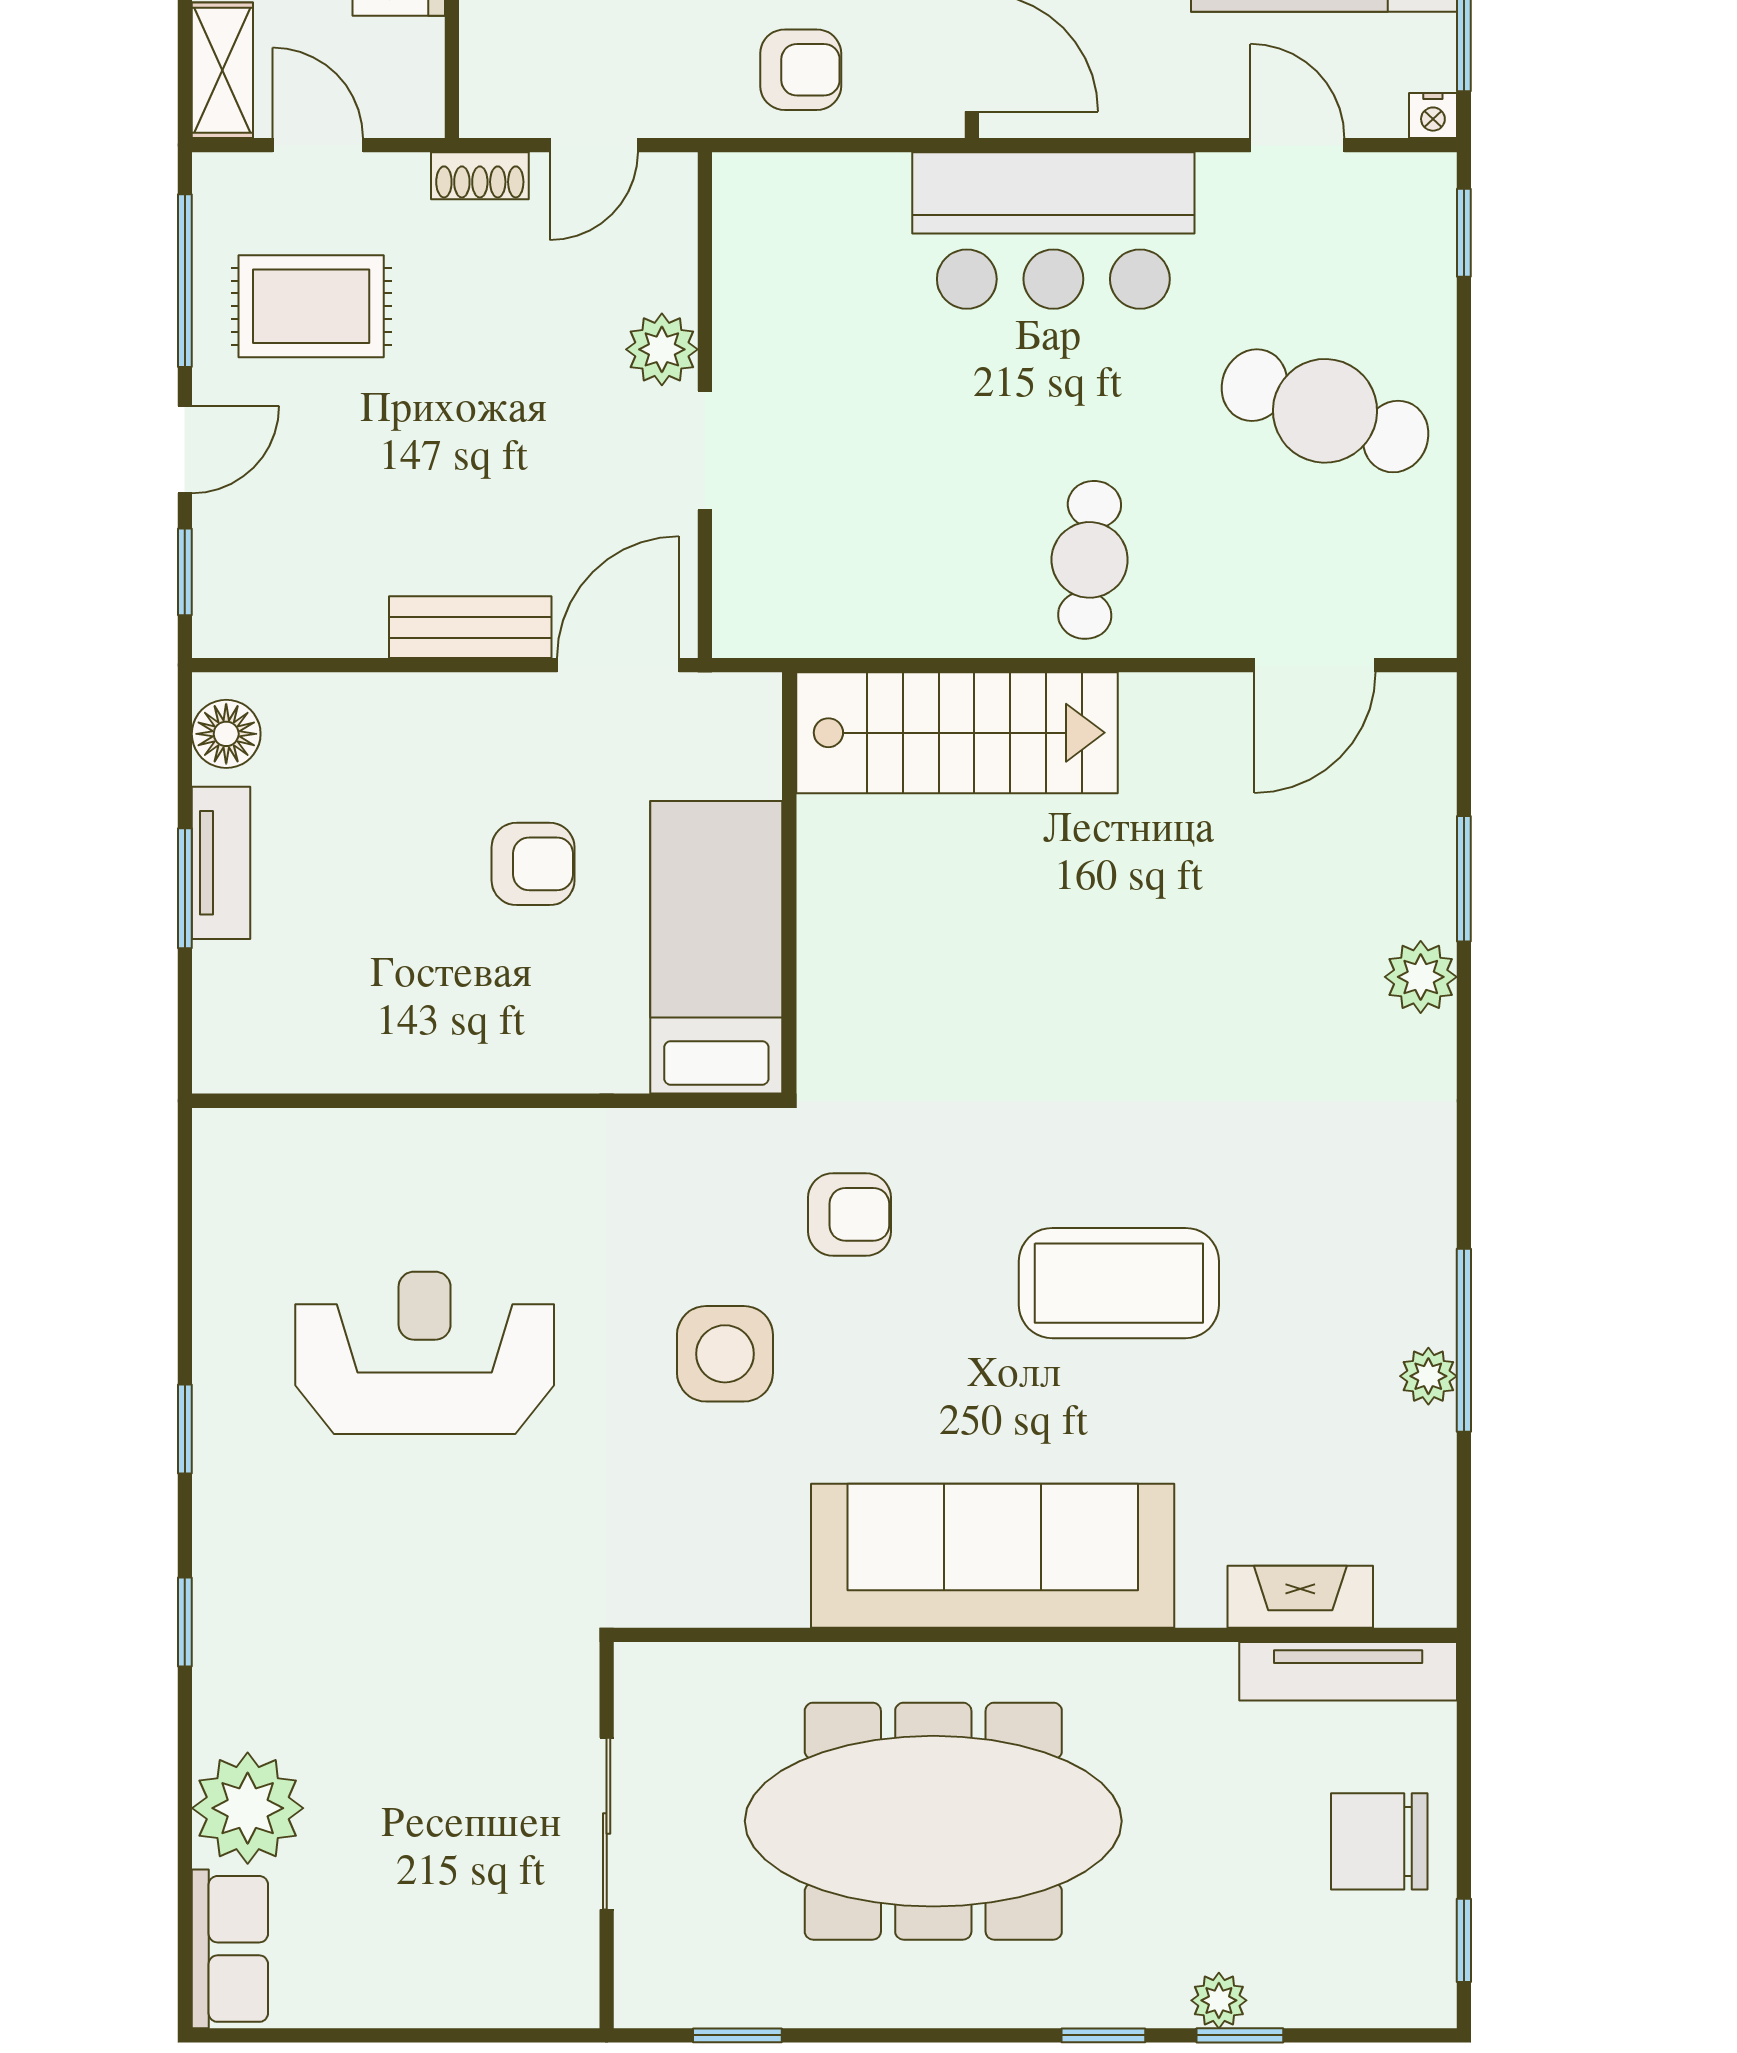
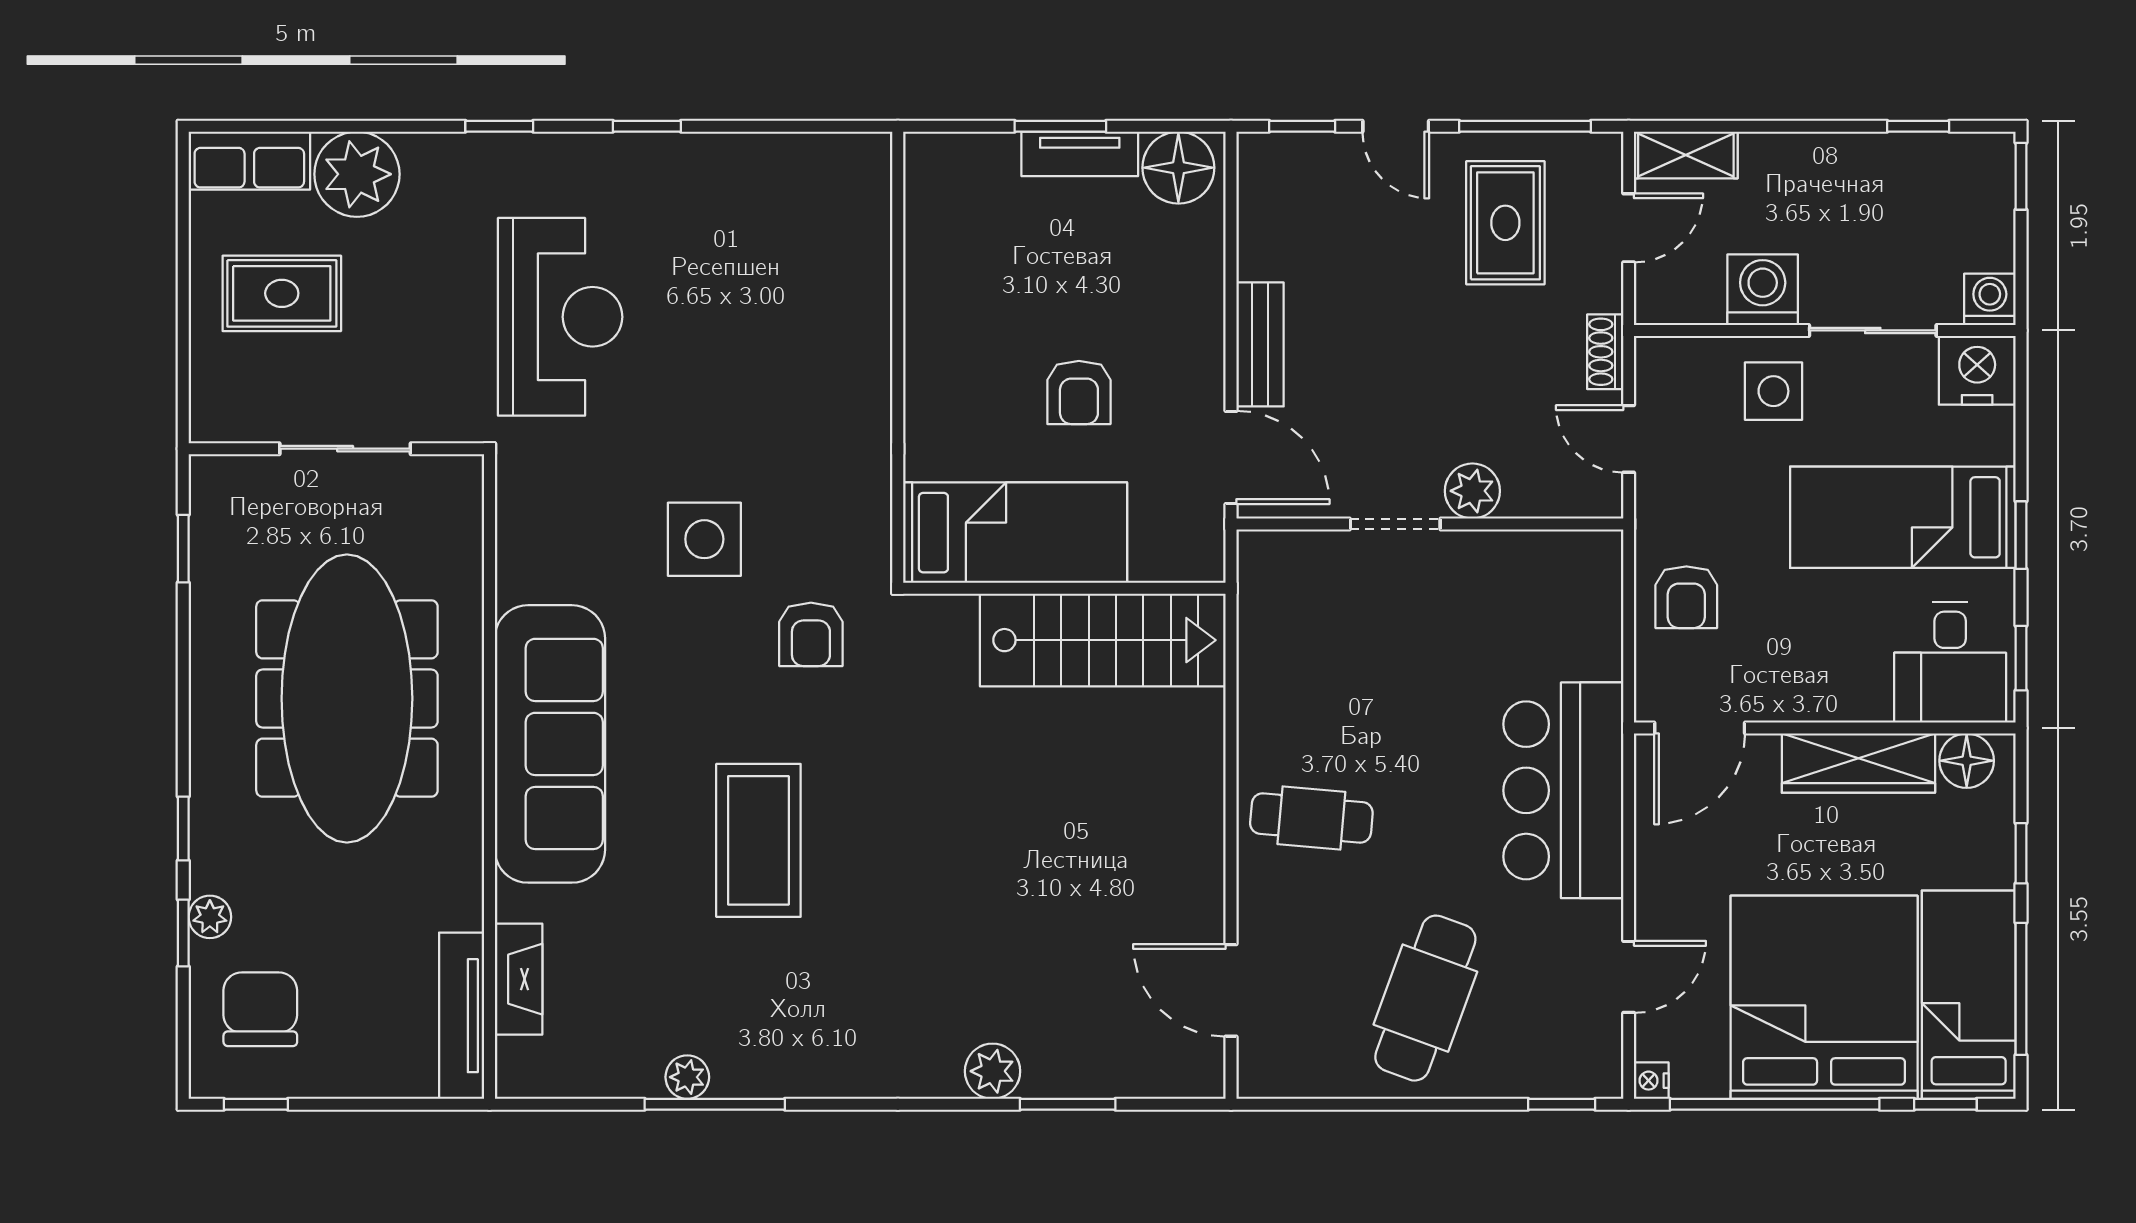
stairs: (957, 733) -> (1103, 640), moved, turned -90
floor lamp: (226, 734) -> (1178, 168), width x1.38, depth x1.38
reception desk: (425, 1353) -> (560, 317), moved
chair: (1379, 1841) -> (260, 1009), moved
rug: (403, 1906) -> (282, 293), added

